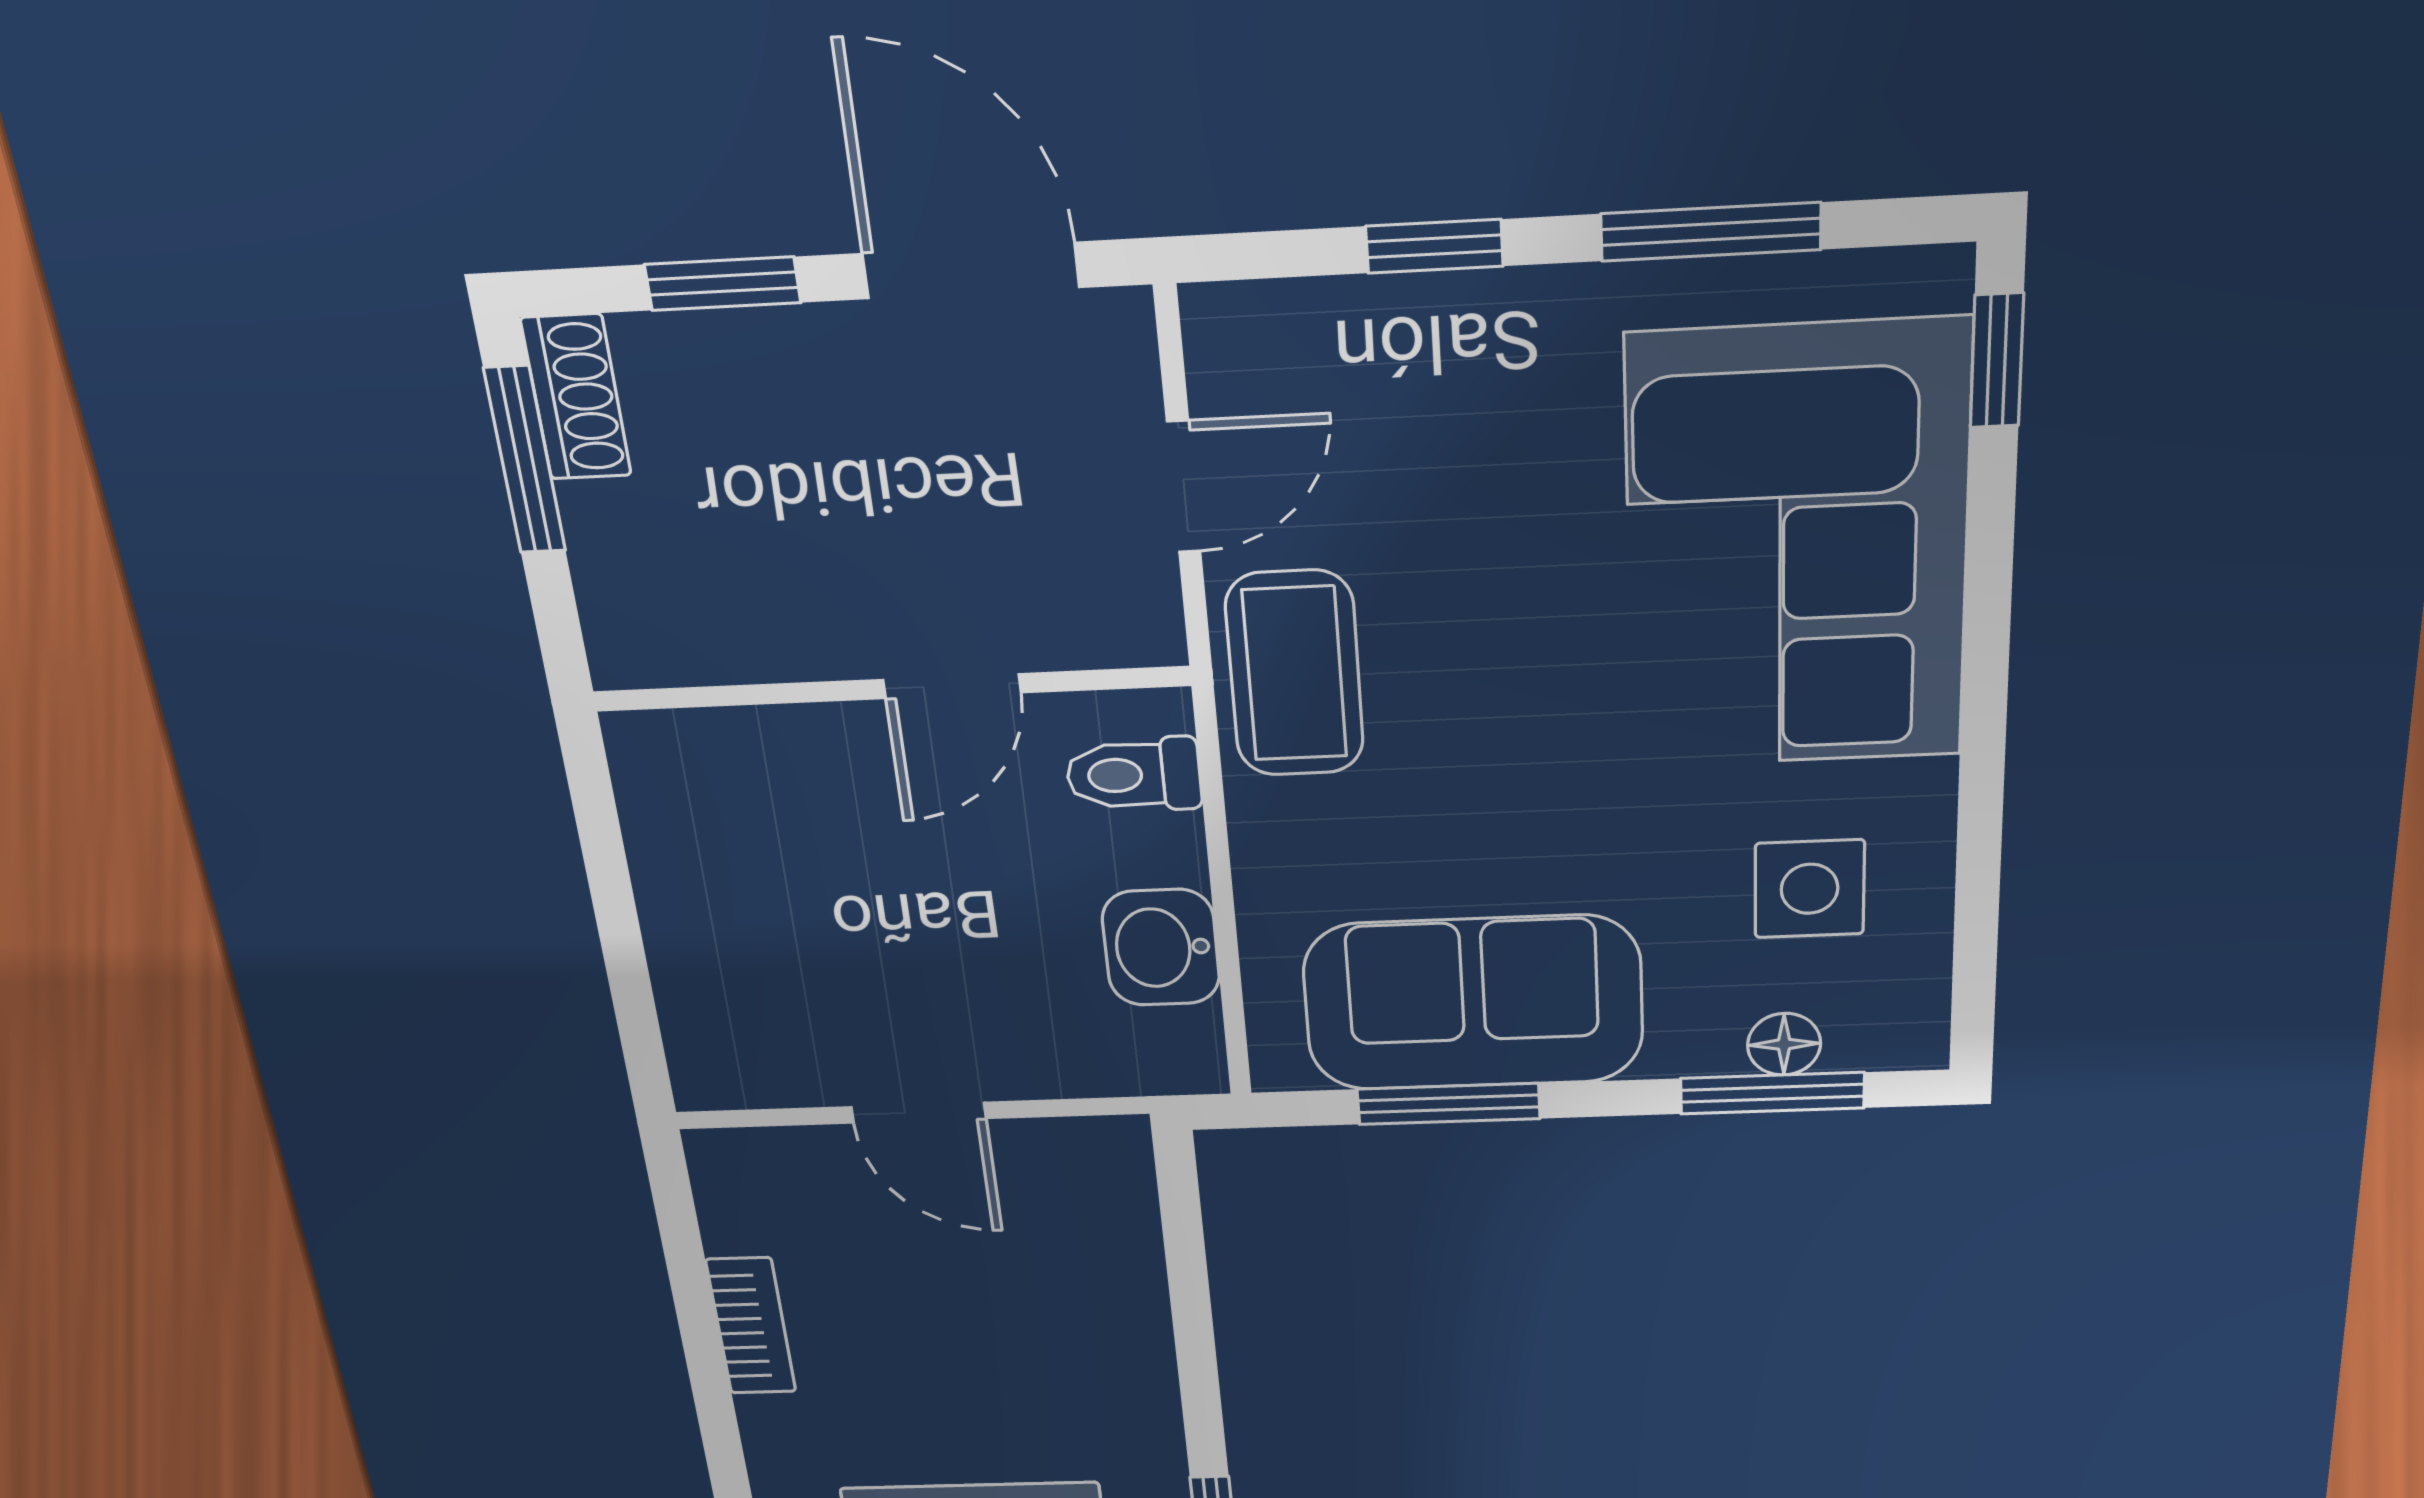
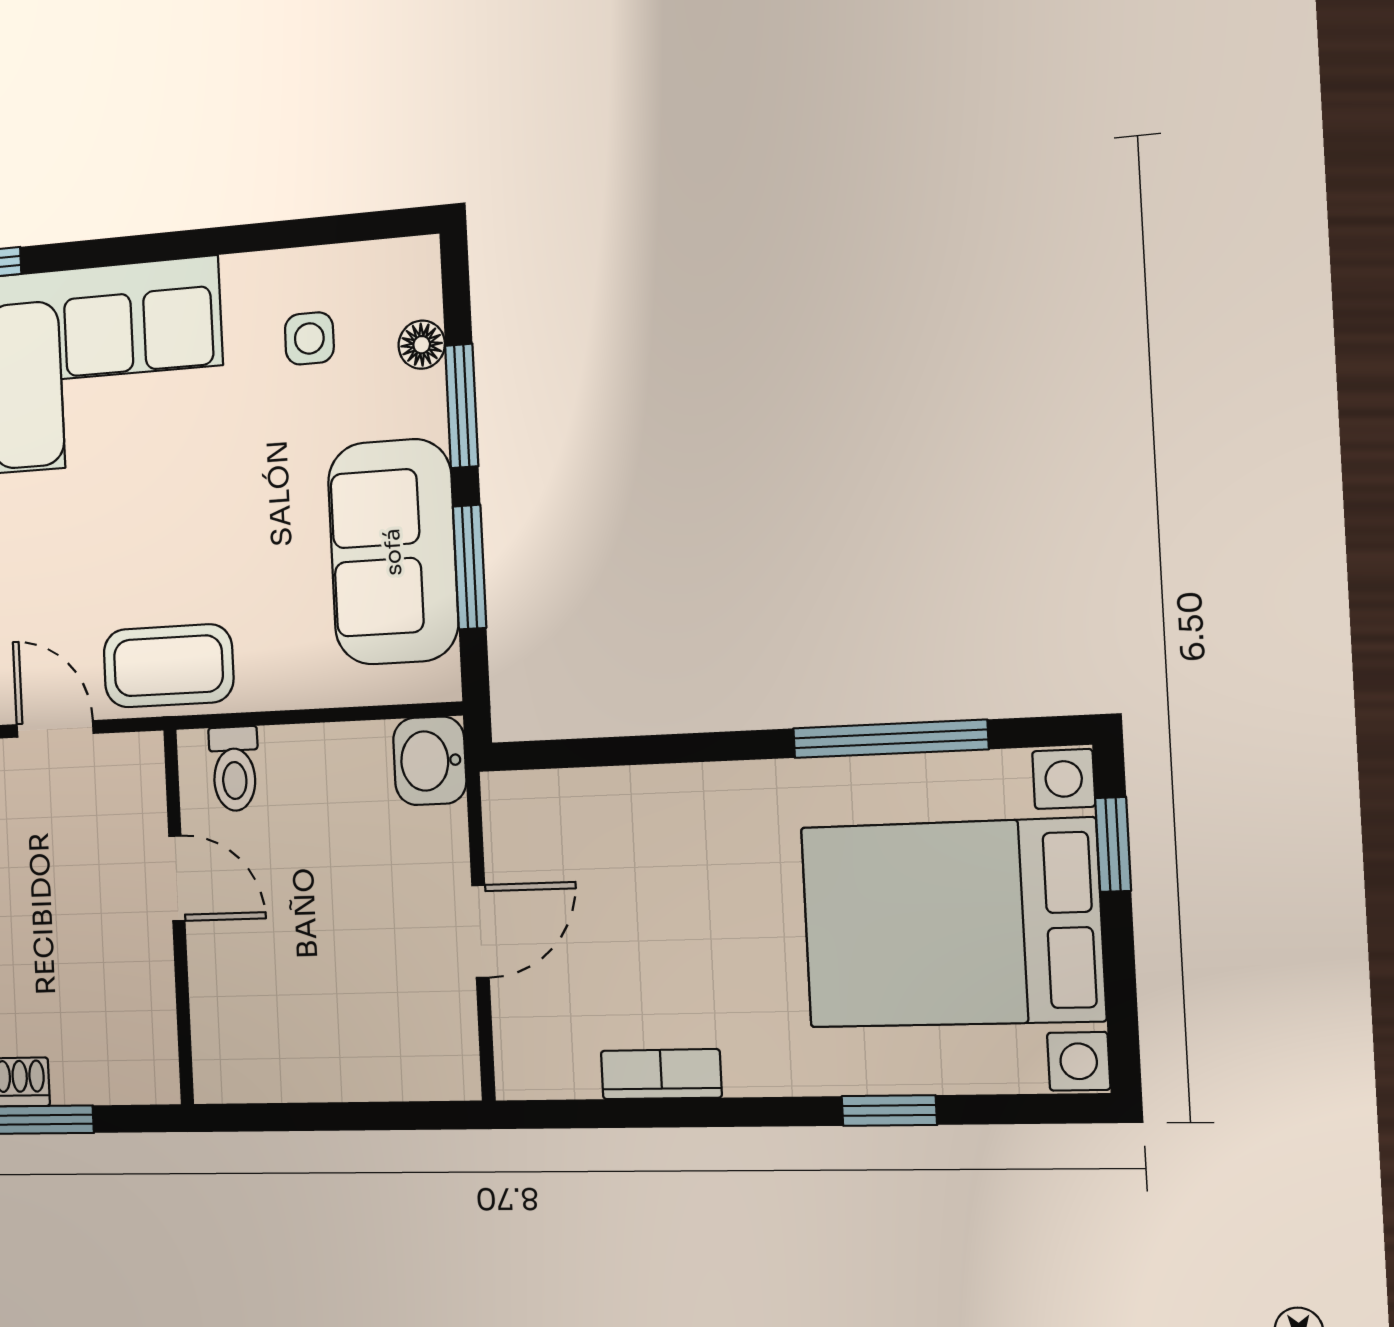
side table: (1810, 889) -> (309, 338), width x0.73, depth x0.73
washbasin: (1161, 947) -> (430, 761), moved, turned 90
window: (1772, 1093) -> (462, 406), moved

